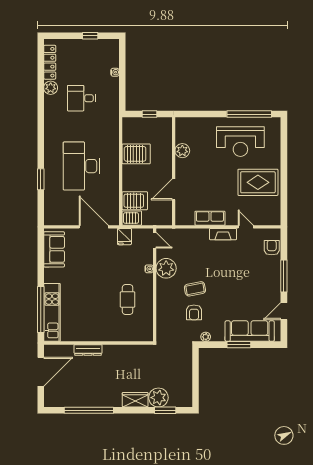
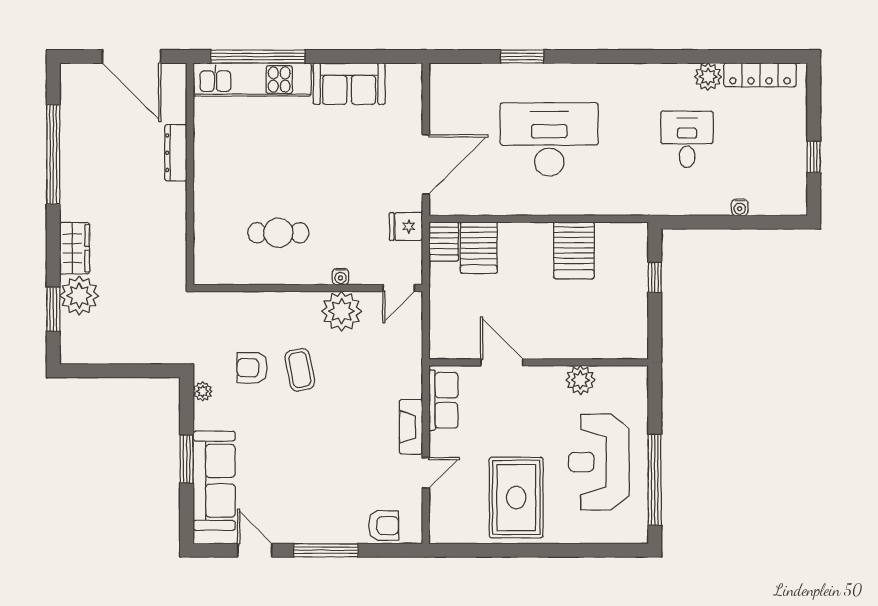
plant: (182, 151) -> (580, 380), moved
wall: (174, 171) -> (539, 362), moved
door: (174, 189) -> (502, 362), moved
sofa: (54, 249) -> (349, 84), moved

